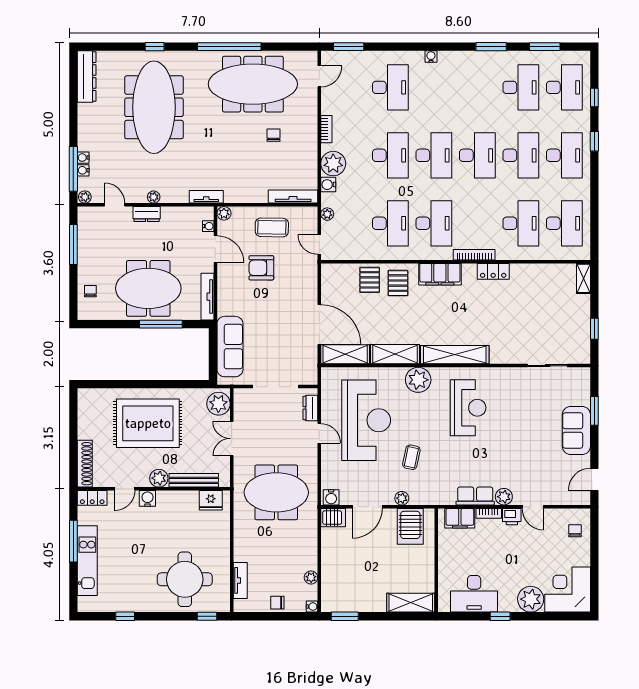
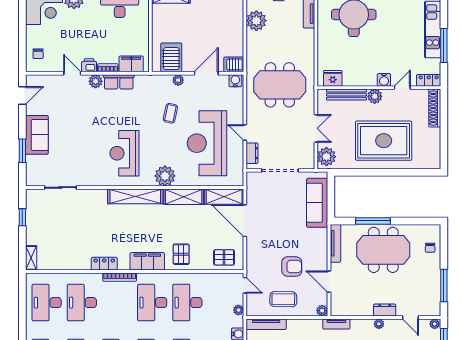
water cooler: (208, 226) -> (335, 300), removed
pallet: (370, 280) -> (224, 257), moved, turned 90
plant: (311, 577) -> (256, 21), width x1.87, depth x1.87

